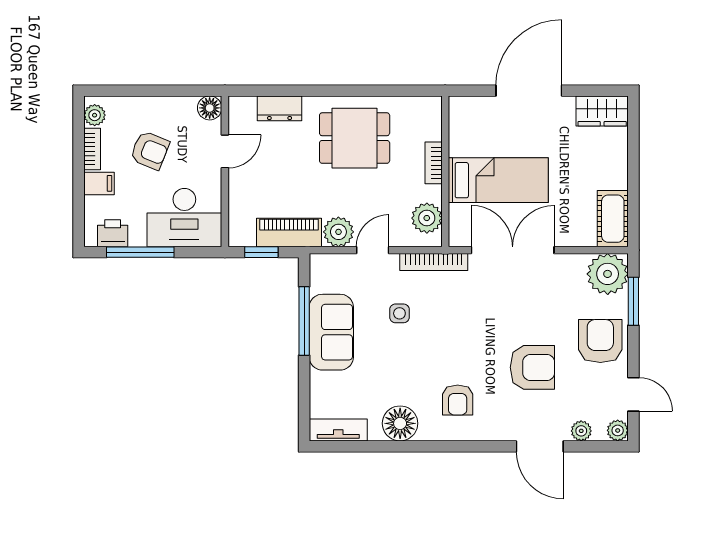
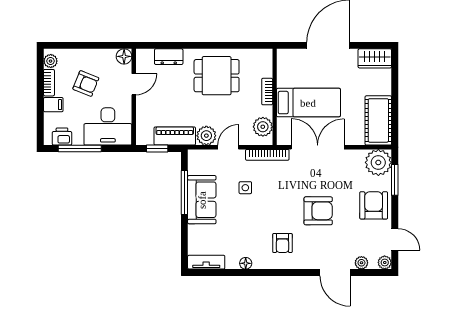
cot: (613, 219) -> (378, 120), width x1.37, depth x1.34
armchair: (532, 367) -> (318, 211), moved
floor lamp: (400, 423) -> (246, 263), width x0.53, depth x0.53

